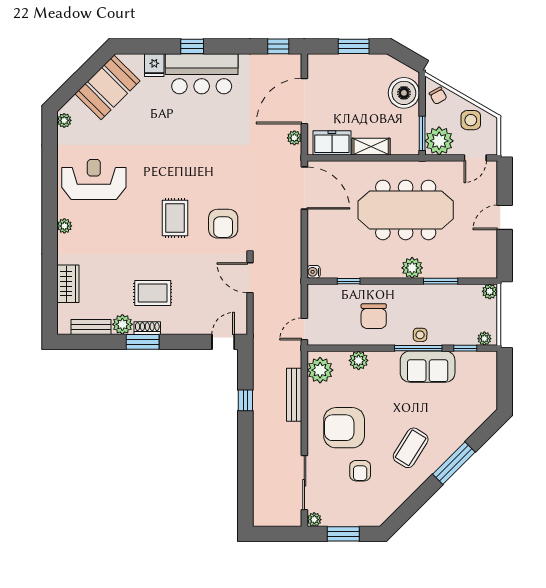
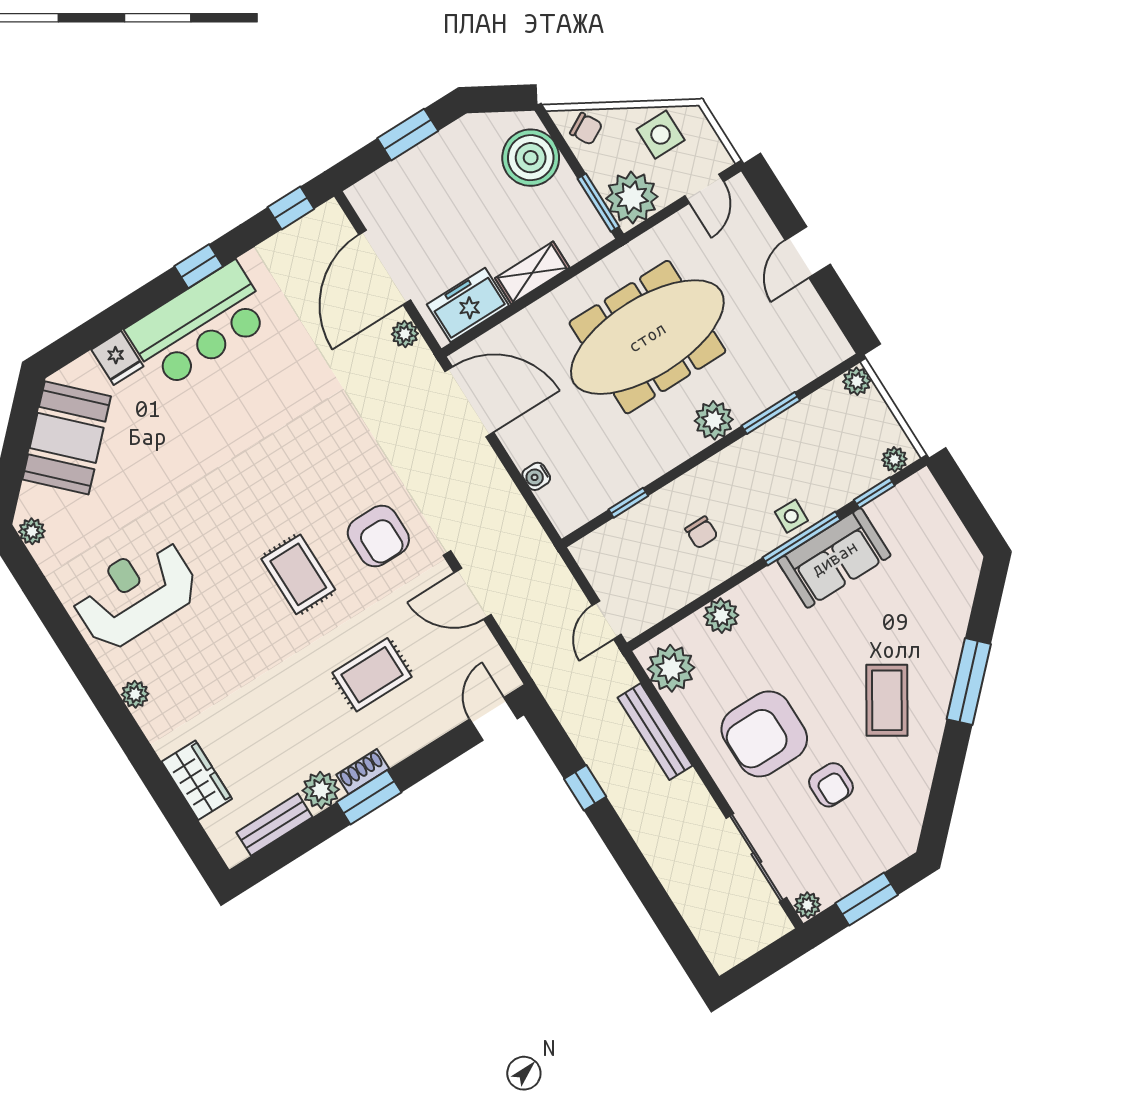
window: (192, 46) -> (199, 266), moved
water cooler: (314, 272) -> (536, 476), moved
rug: (153, 293) -> (372, 675), moved
chair: (374, 316) -> (701, 532), width x0.54, depth x0.54

